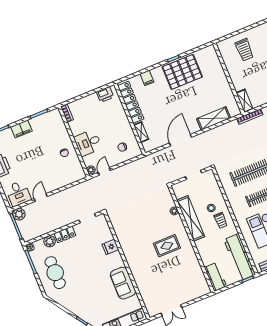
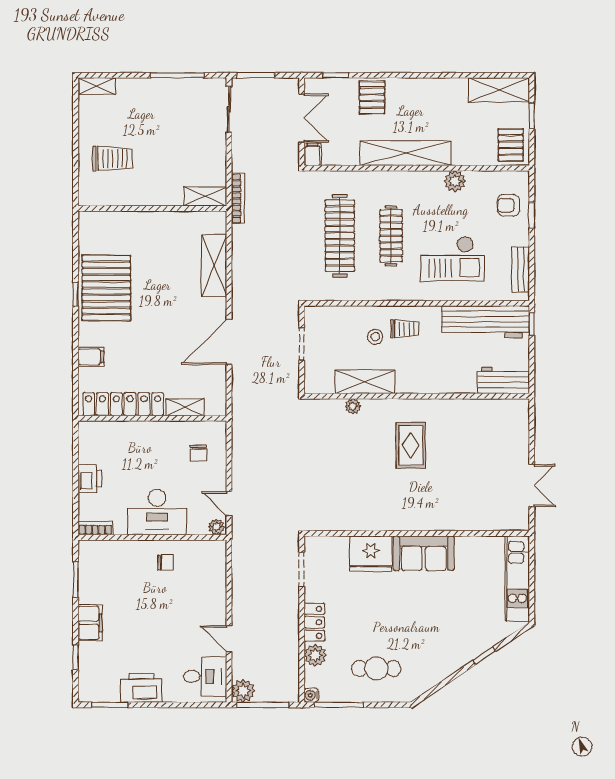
printer: (105, 94) -> (90, 479), moved
door: (181, 140) -> (229, 342), hinge flipped
desk: (88, 143) -> (157, 512), width x1.37
shelving: (191, 218) -> (365, 382), width x0.68
fridge: (110, 247) -> (371, 554), width x1.88, depth x1.34
cafe table: (55, 273) -> (376, 668), width x0.73, depth x0.74
sofa: (123, 283) -> (424, 553), moved

